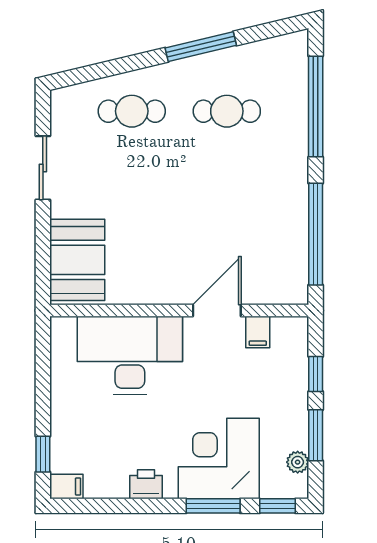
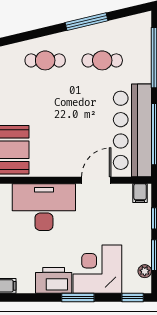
bar counter: (277, 228) -> (132, 130), added
filing cabinet: (258, 332) -> (140, 193), moved
printer: (146, 484) -> (54, 280), width x1.87, depth x1.48
window: (213, 506) -> (78, 297), moved

